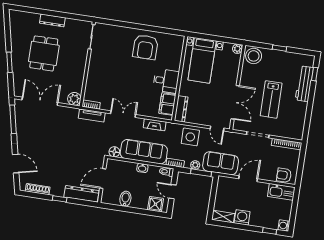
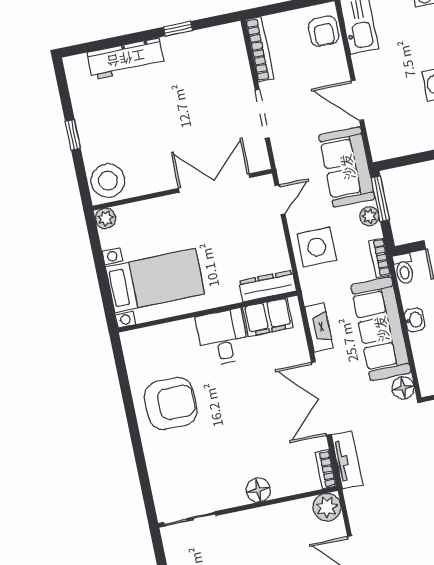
floor lamp: (93, 71) -> (258, 490), added
window: (315, 74) -> (178, 29), moved
lab bench: (271, 99) -> (182, 113), removed
double door: (123, 114) -> (321, 398), width x1.37

